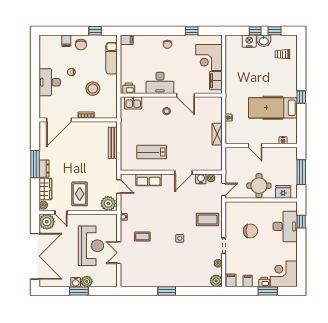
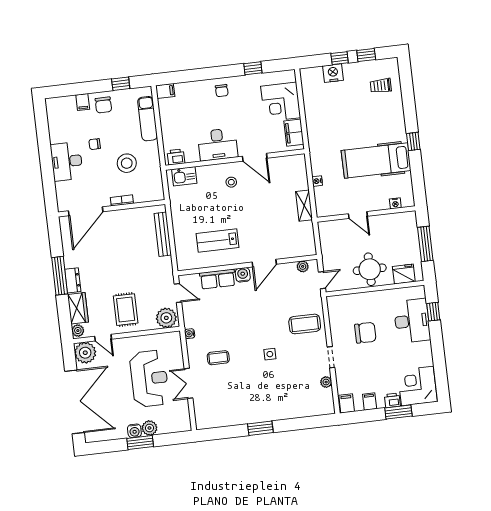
washbasin: (264, 41) -> (353, 70), removed
water cooler: (201, 179) -> (243, 275), moved
plant: (216, 281) -> (326, 407), removed

